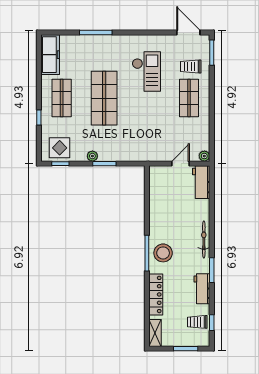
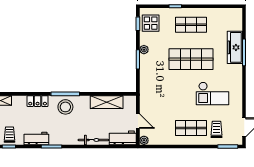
freezer: (50, 55) -> (235, 47), moved, turned 90
shelving: (157, 202) -> (107, 102), added
bicycle: (204, 239) -> (93, 140), moved
locker: (156, 294) -> (38, 101), width x0.66

